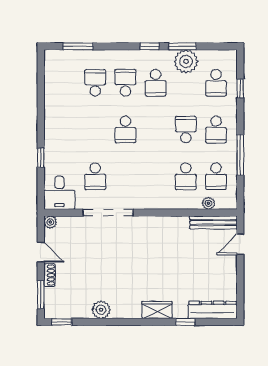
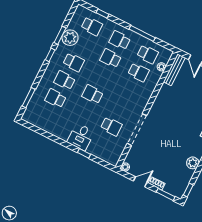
school desk: (125, 130) -> (92, 94), turned 180
school desk: (216, 130) -> (120, 40), turned 180
desk: (59, 193) -> (81, 137), moved, turned 90

